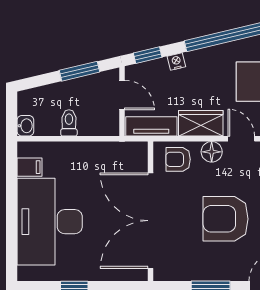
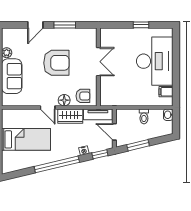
double door: (151, 221) -> (98, 62), width x0.54

